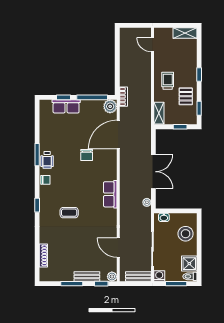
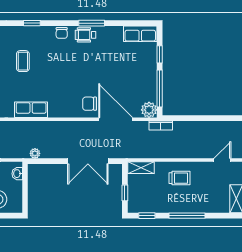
window: (199, 74) -> (187, 216), width x2.17
pallet: (186, 96) -> (161, 200), removed
row of seats: (66, 106) -> (140, 34), moved, turned -90
chair: (87, 155) -> (90, 104), moved
double door: (153, 172) -> (88, 161), moved
row of seats: (110, 194) -> (31, 110), moved

